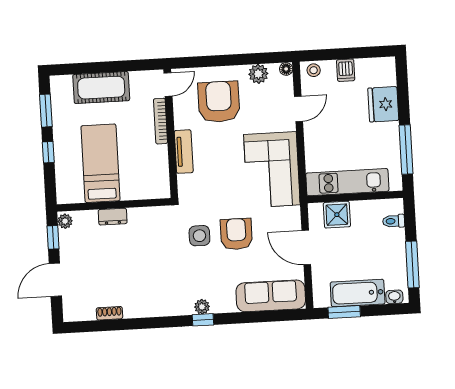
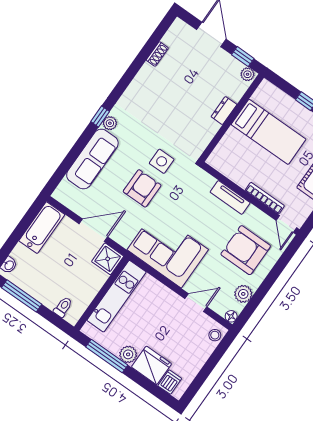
dishwasher: (346, 70) -> (170, 382), moved, turned 90
armchair: (219, 102) -> (246, 250), turned 180
door: (298, 109) -> (196, 303), swing flipped
plant: (390, 132) -> (128, 354), added
shower: (337, 215) -> (108, 259), moved
armchair: (236, 234) -> (142, 188), turned -90
bathtub: (358, 293) -> (42, 228), moved
sofa: (271, 296) -> (92, 159), moved
window: (344, 312) -> (26, 221), removed

